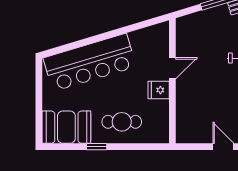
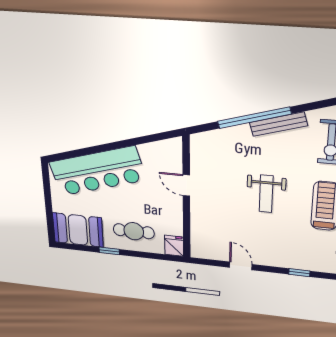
door: (172, 68) -> (186, 185), swing flipped
fridge: (159, 90) -> (174, 246), moved, turned 90

